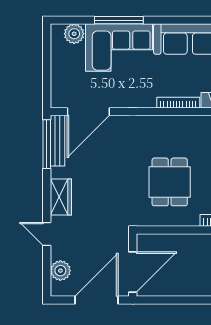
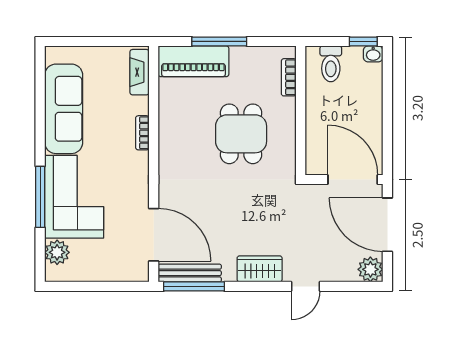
bookcase: (178, 103) -> (142, 133), width x0.64
dining table: (170, 182) -> (241, 134), turned 90
plant: (60, 271) -> (370, 269), moved

